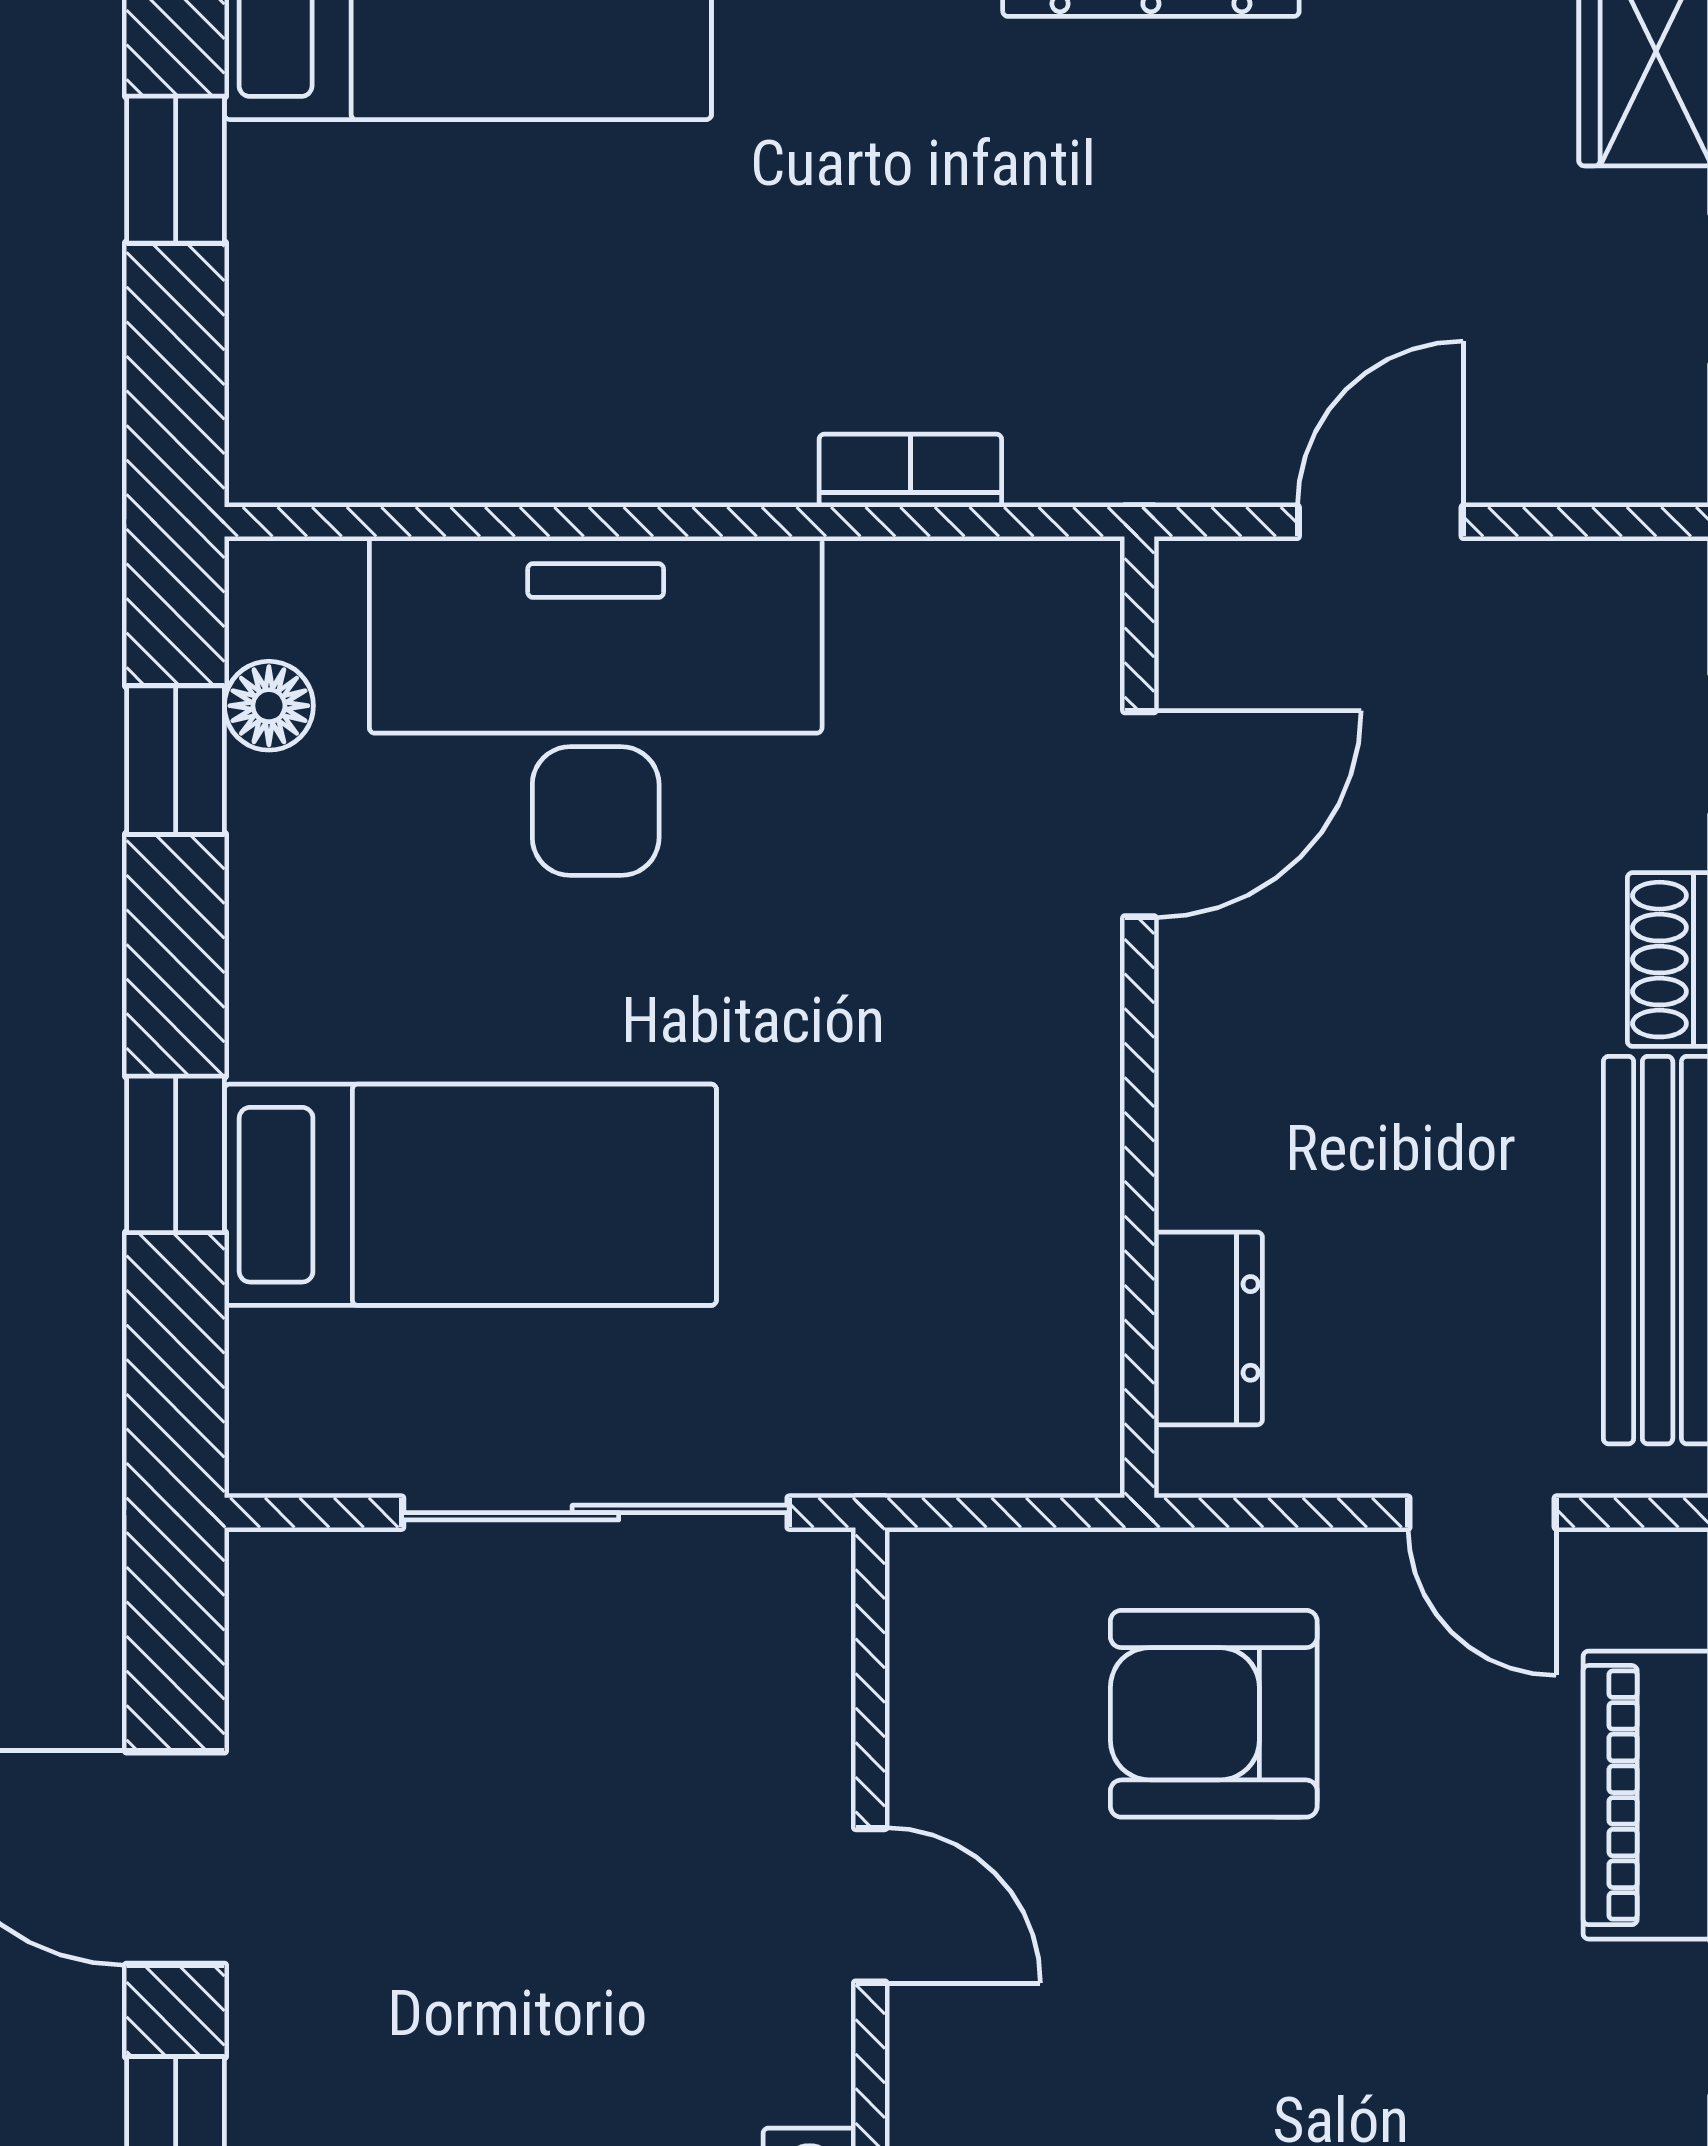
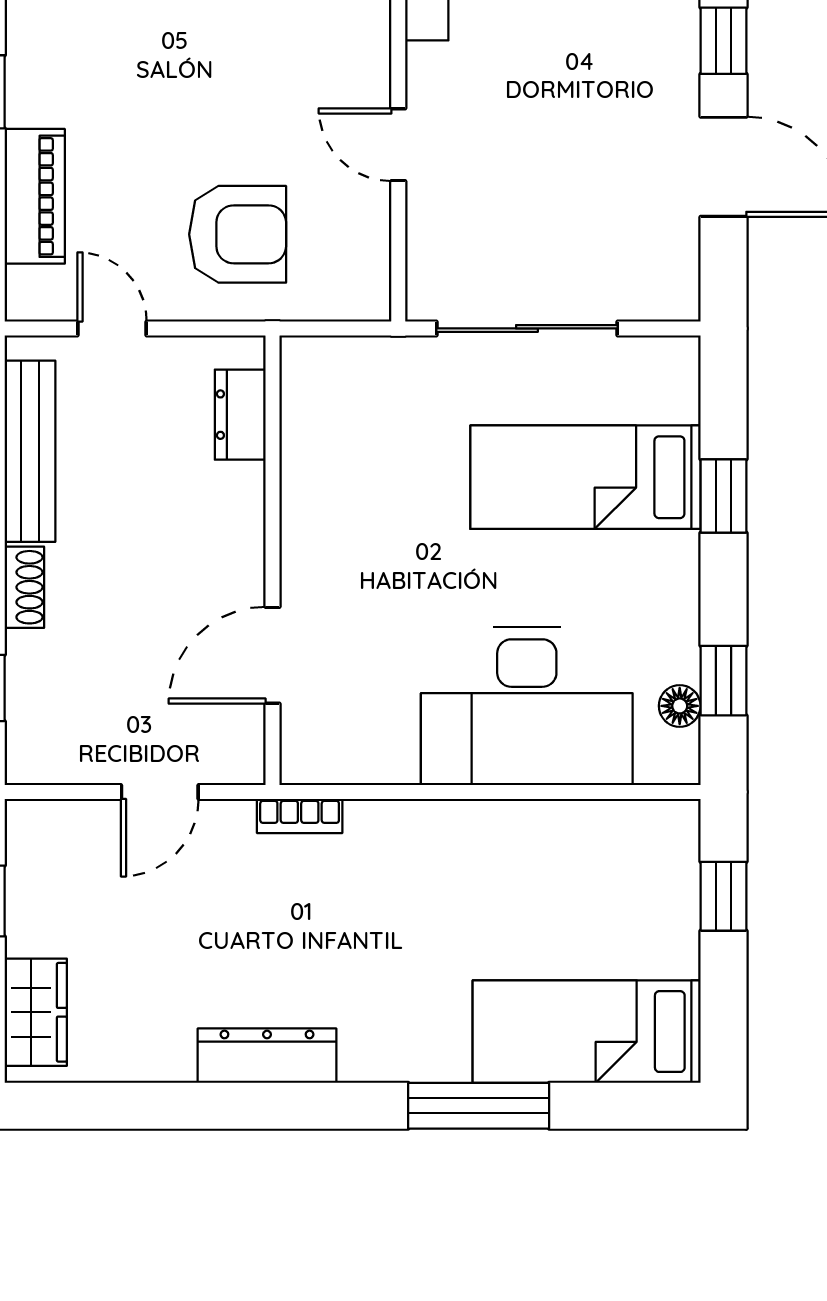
window: (176, 170) -> (723, 896), moved
bookcase: (910, 471) -> (300, 816), moved

